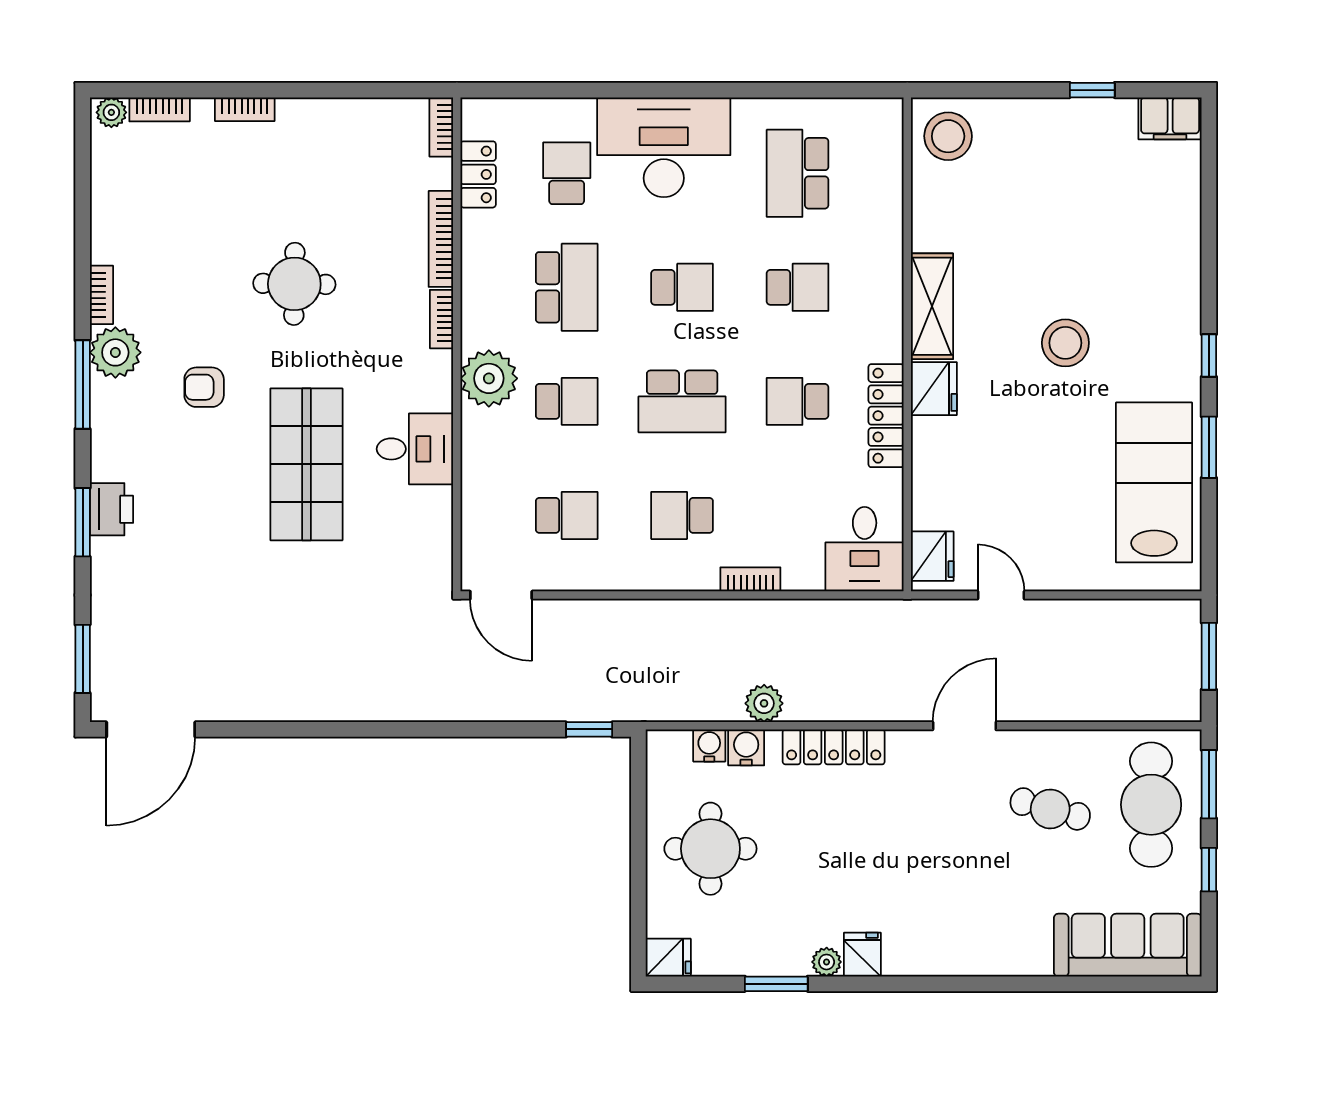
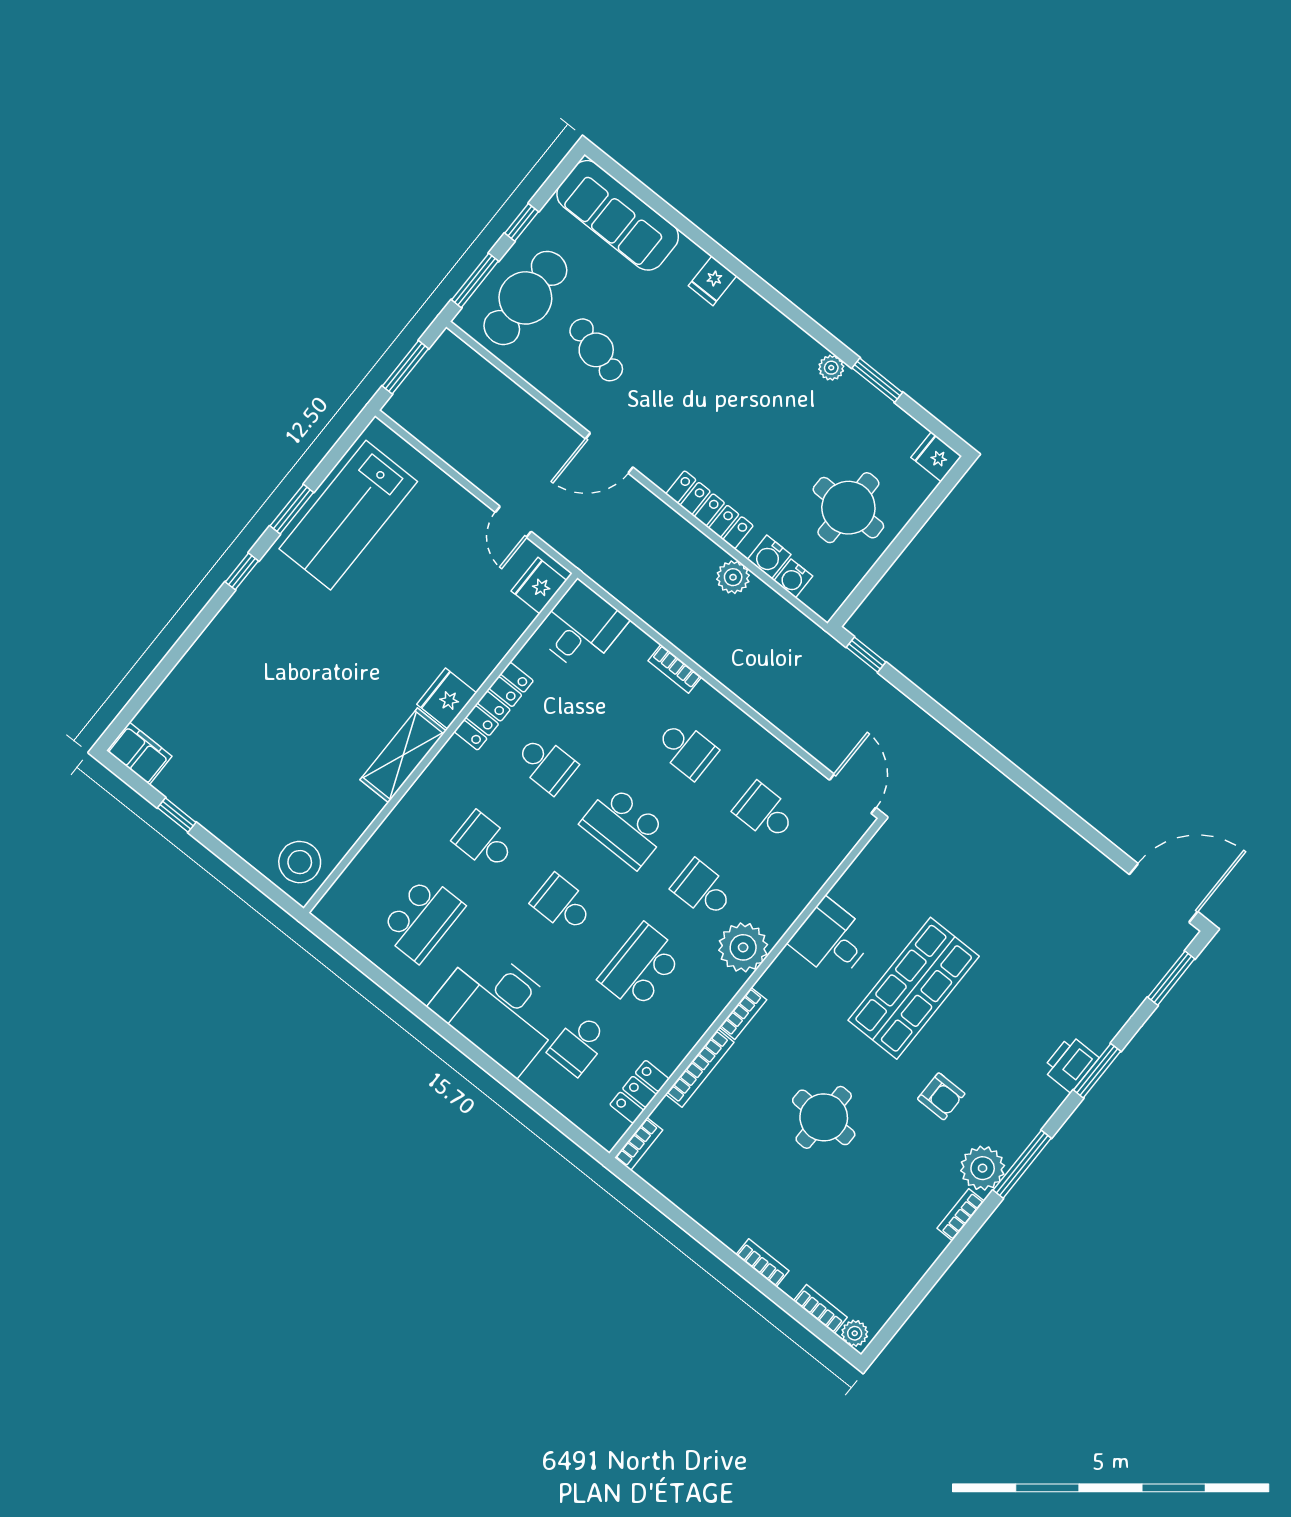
stool: (1065, 343) -> (332, 658), removed
school desk: (682, 401) -> (624, 827), turned 180
fridge: (862, 955) -> (712, 281), moved

